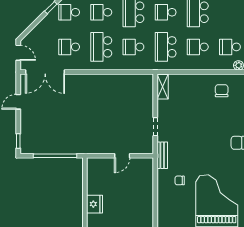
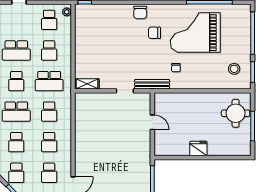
school desk: (101, 47) -> (49, 142), width x0.54
chair: (222, 91) -> (154, 33), moved
bench: (162, 155) -> (152, 84), width x1.36

